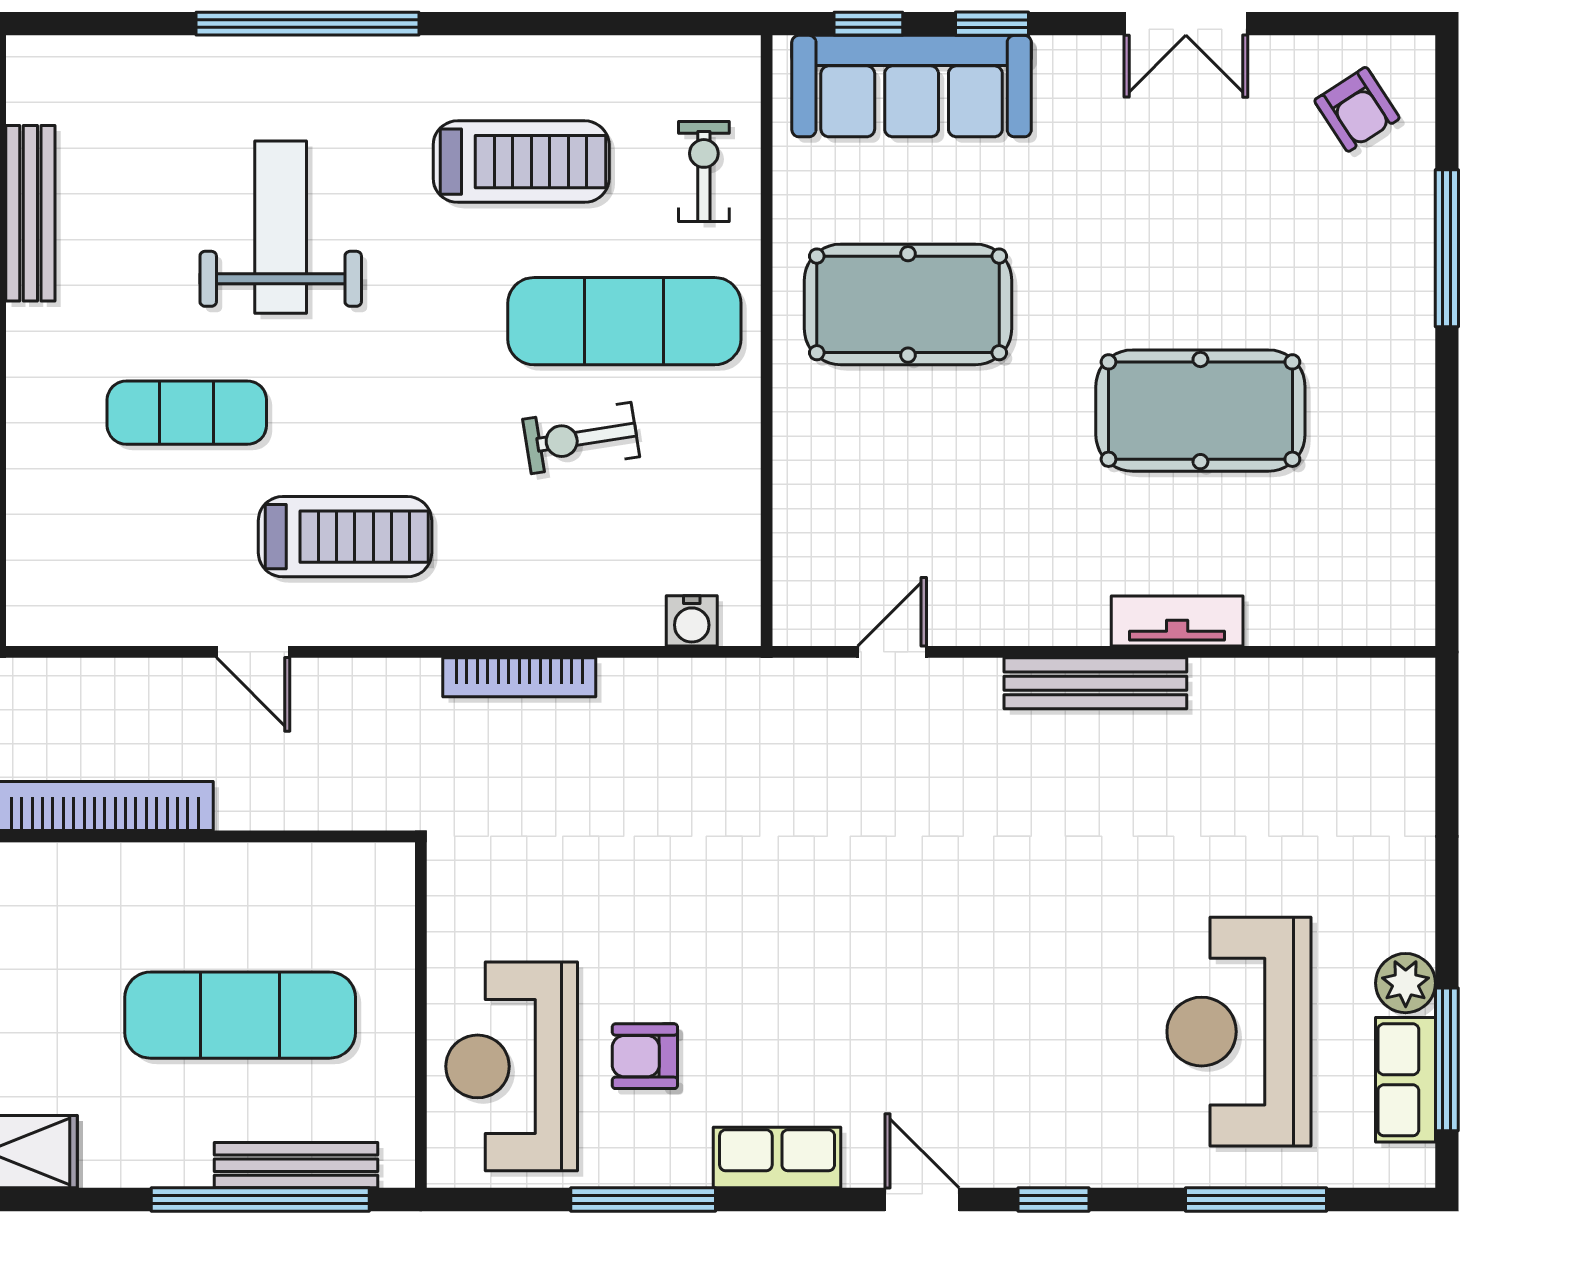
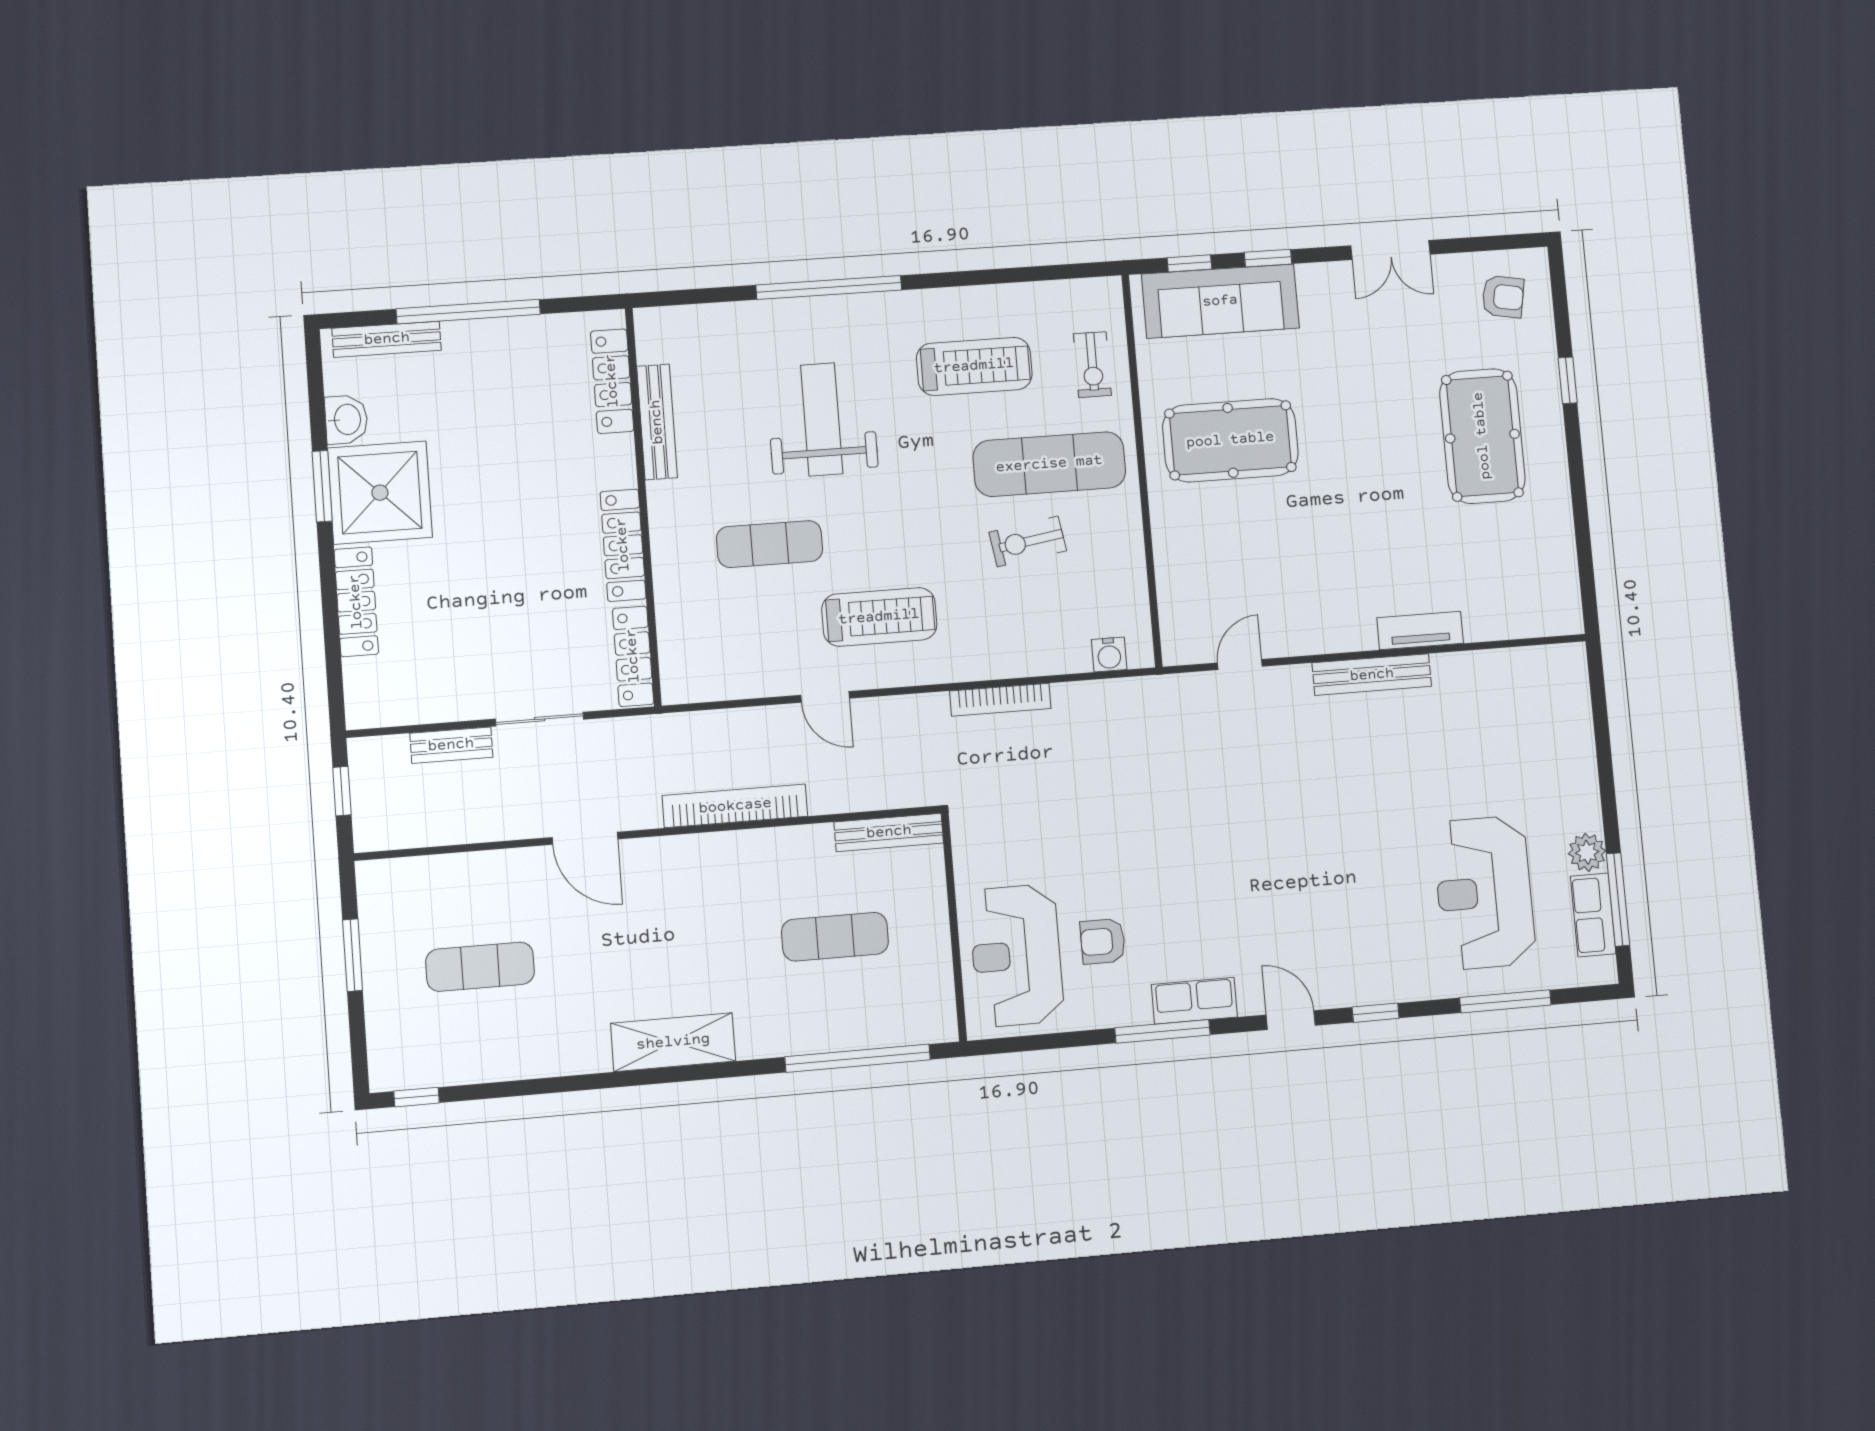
armchair: (1357, 109) -> (1503, 297), turned -47
exercise bike: (704, 171) -> (1092, 365), turned 180
window: (1447, 248) -> (1568, 380), width x0.46
pool table: (1200, 411) -> (1482, 436), moved, turned 90
exercise mat: (240, 1015) -> (835, 937), width x0.73, depth x0.69
bench: (296, 1165) -> (889, 832), moved
window: (643, 1200) -> (1163, 1031), moved

